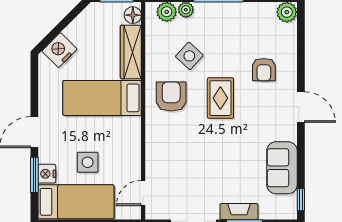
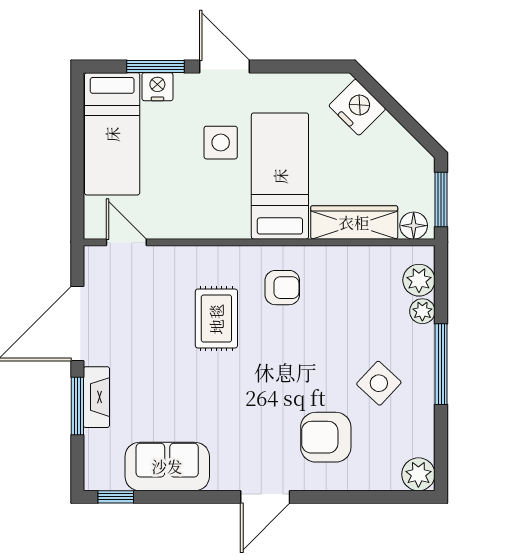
side table: (189, 56) -> (379, 383), moved
armchair: (264, 70) -> (326, 437), width x1.38, depth x1.38
armchair: (171, 96) -> (282, 288), width x0.72, depth x0.72
rug: (220, 98) -> (216, 319), moved, turned 90
side table: (88, 162) -> (221, 143), moved

